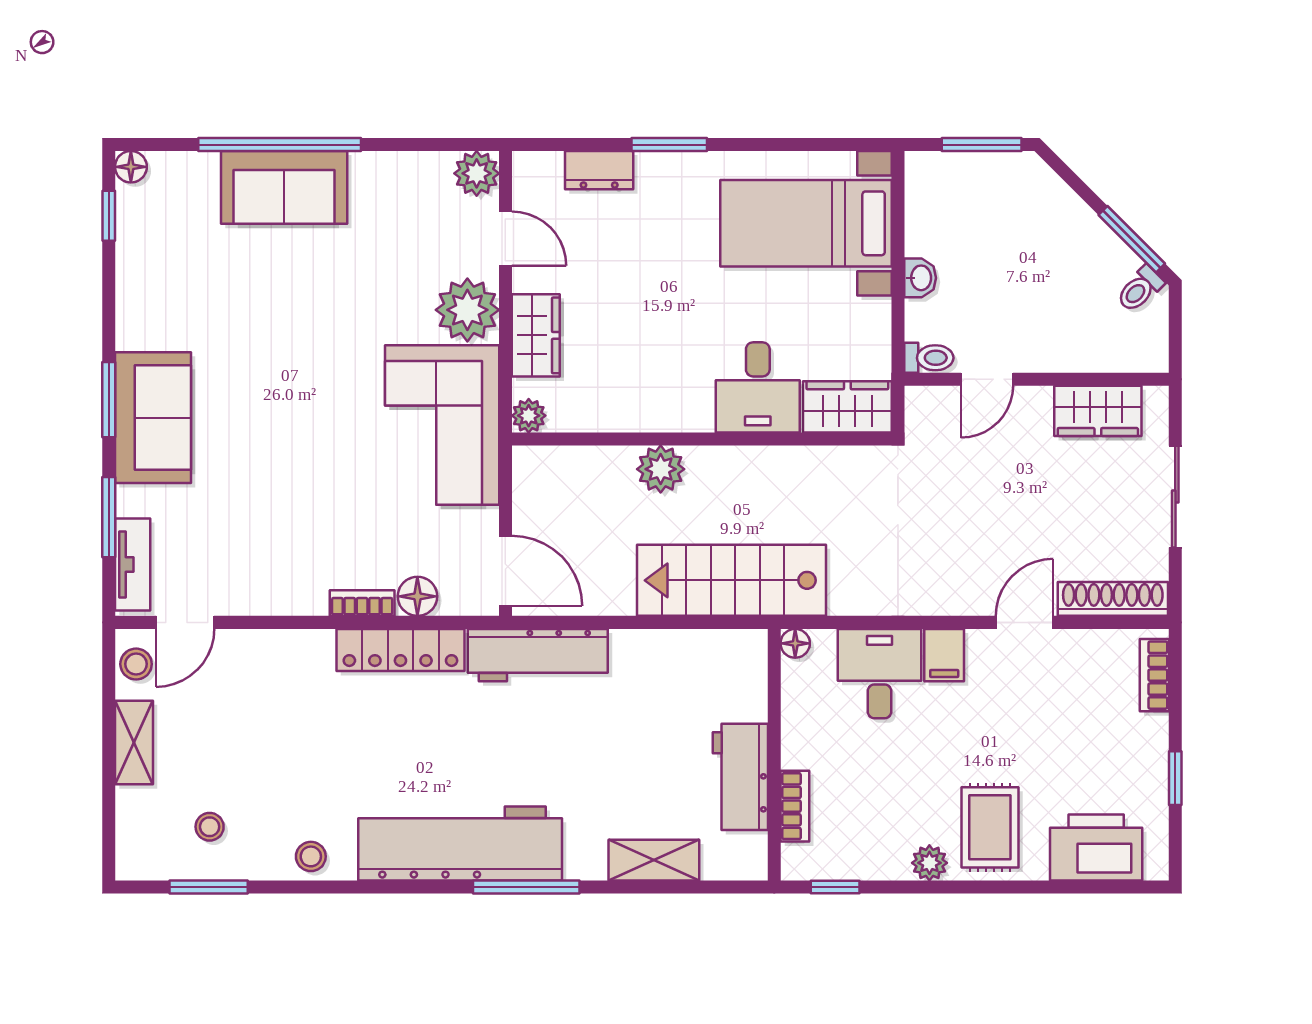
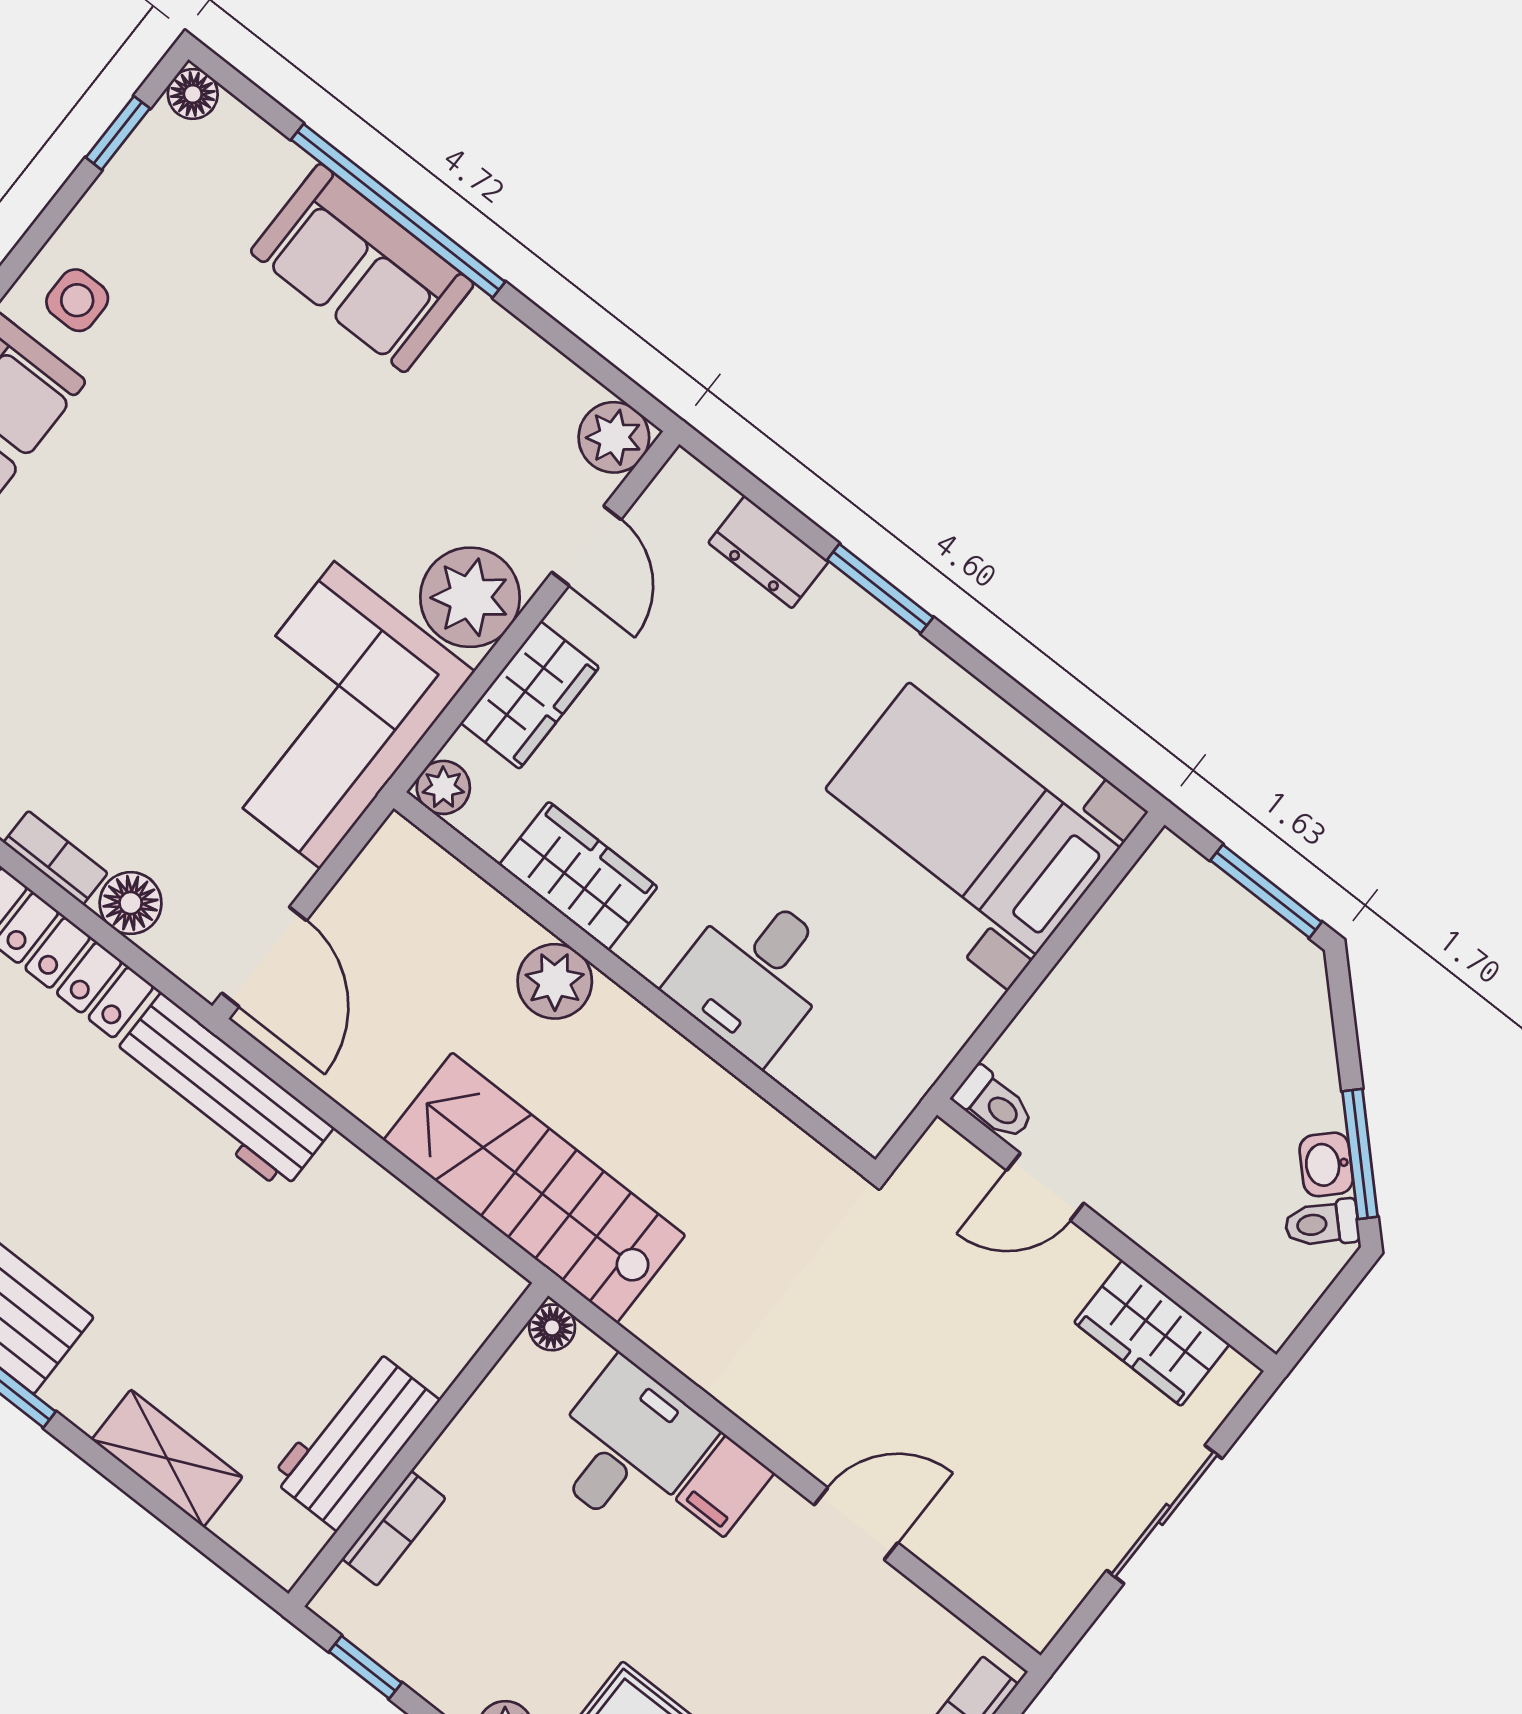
washbasin: (920, 278) -> (1326, 1164), moved, turned 135
side table: (154, 315) -> (77, 300), added
wardrobe: (847, 407) -> (578, 876), moved
shoe rack: (1113, 599) -> (988, 1580), removed

